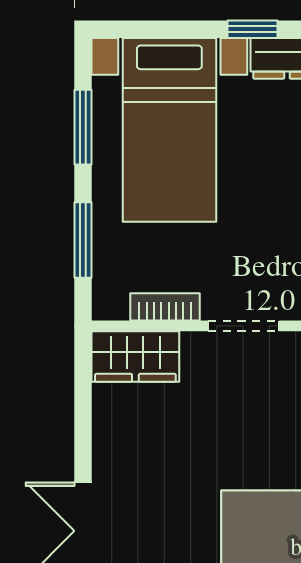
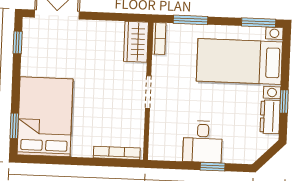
window: (83, 127) -> (259, 23), moved
bookcase: (165, 307) -> (159, 38), moved

